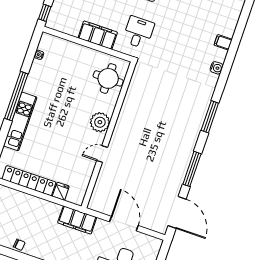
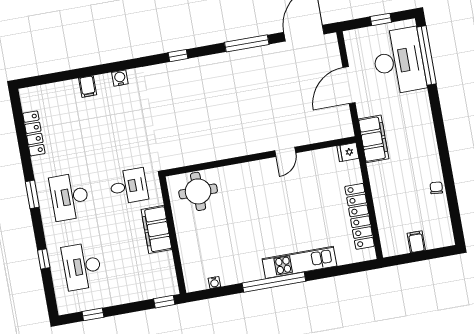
desk: (138, 32) -> (129, 186), turned 180
window: (210, 117) -> (178, 56), width x0.46
plant: (100, 122) -> (251, 174), removed
door: (102, 154) -> (285, 152), hinge flipped
fridge: (61, 191) -> (348, 152), moved

